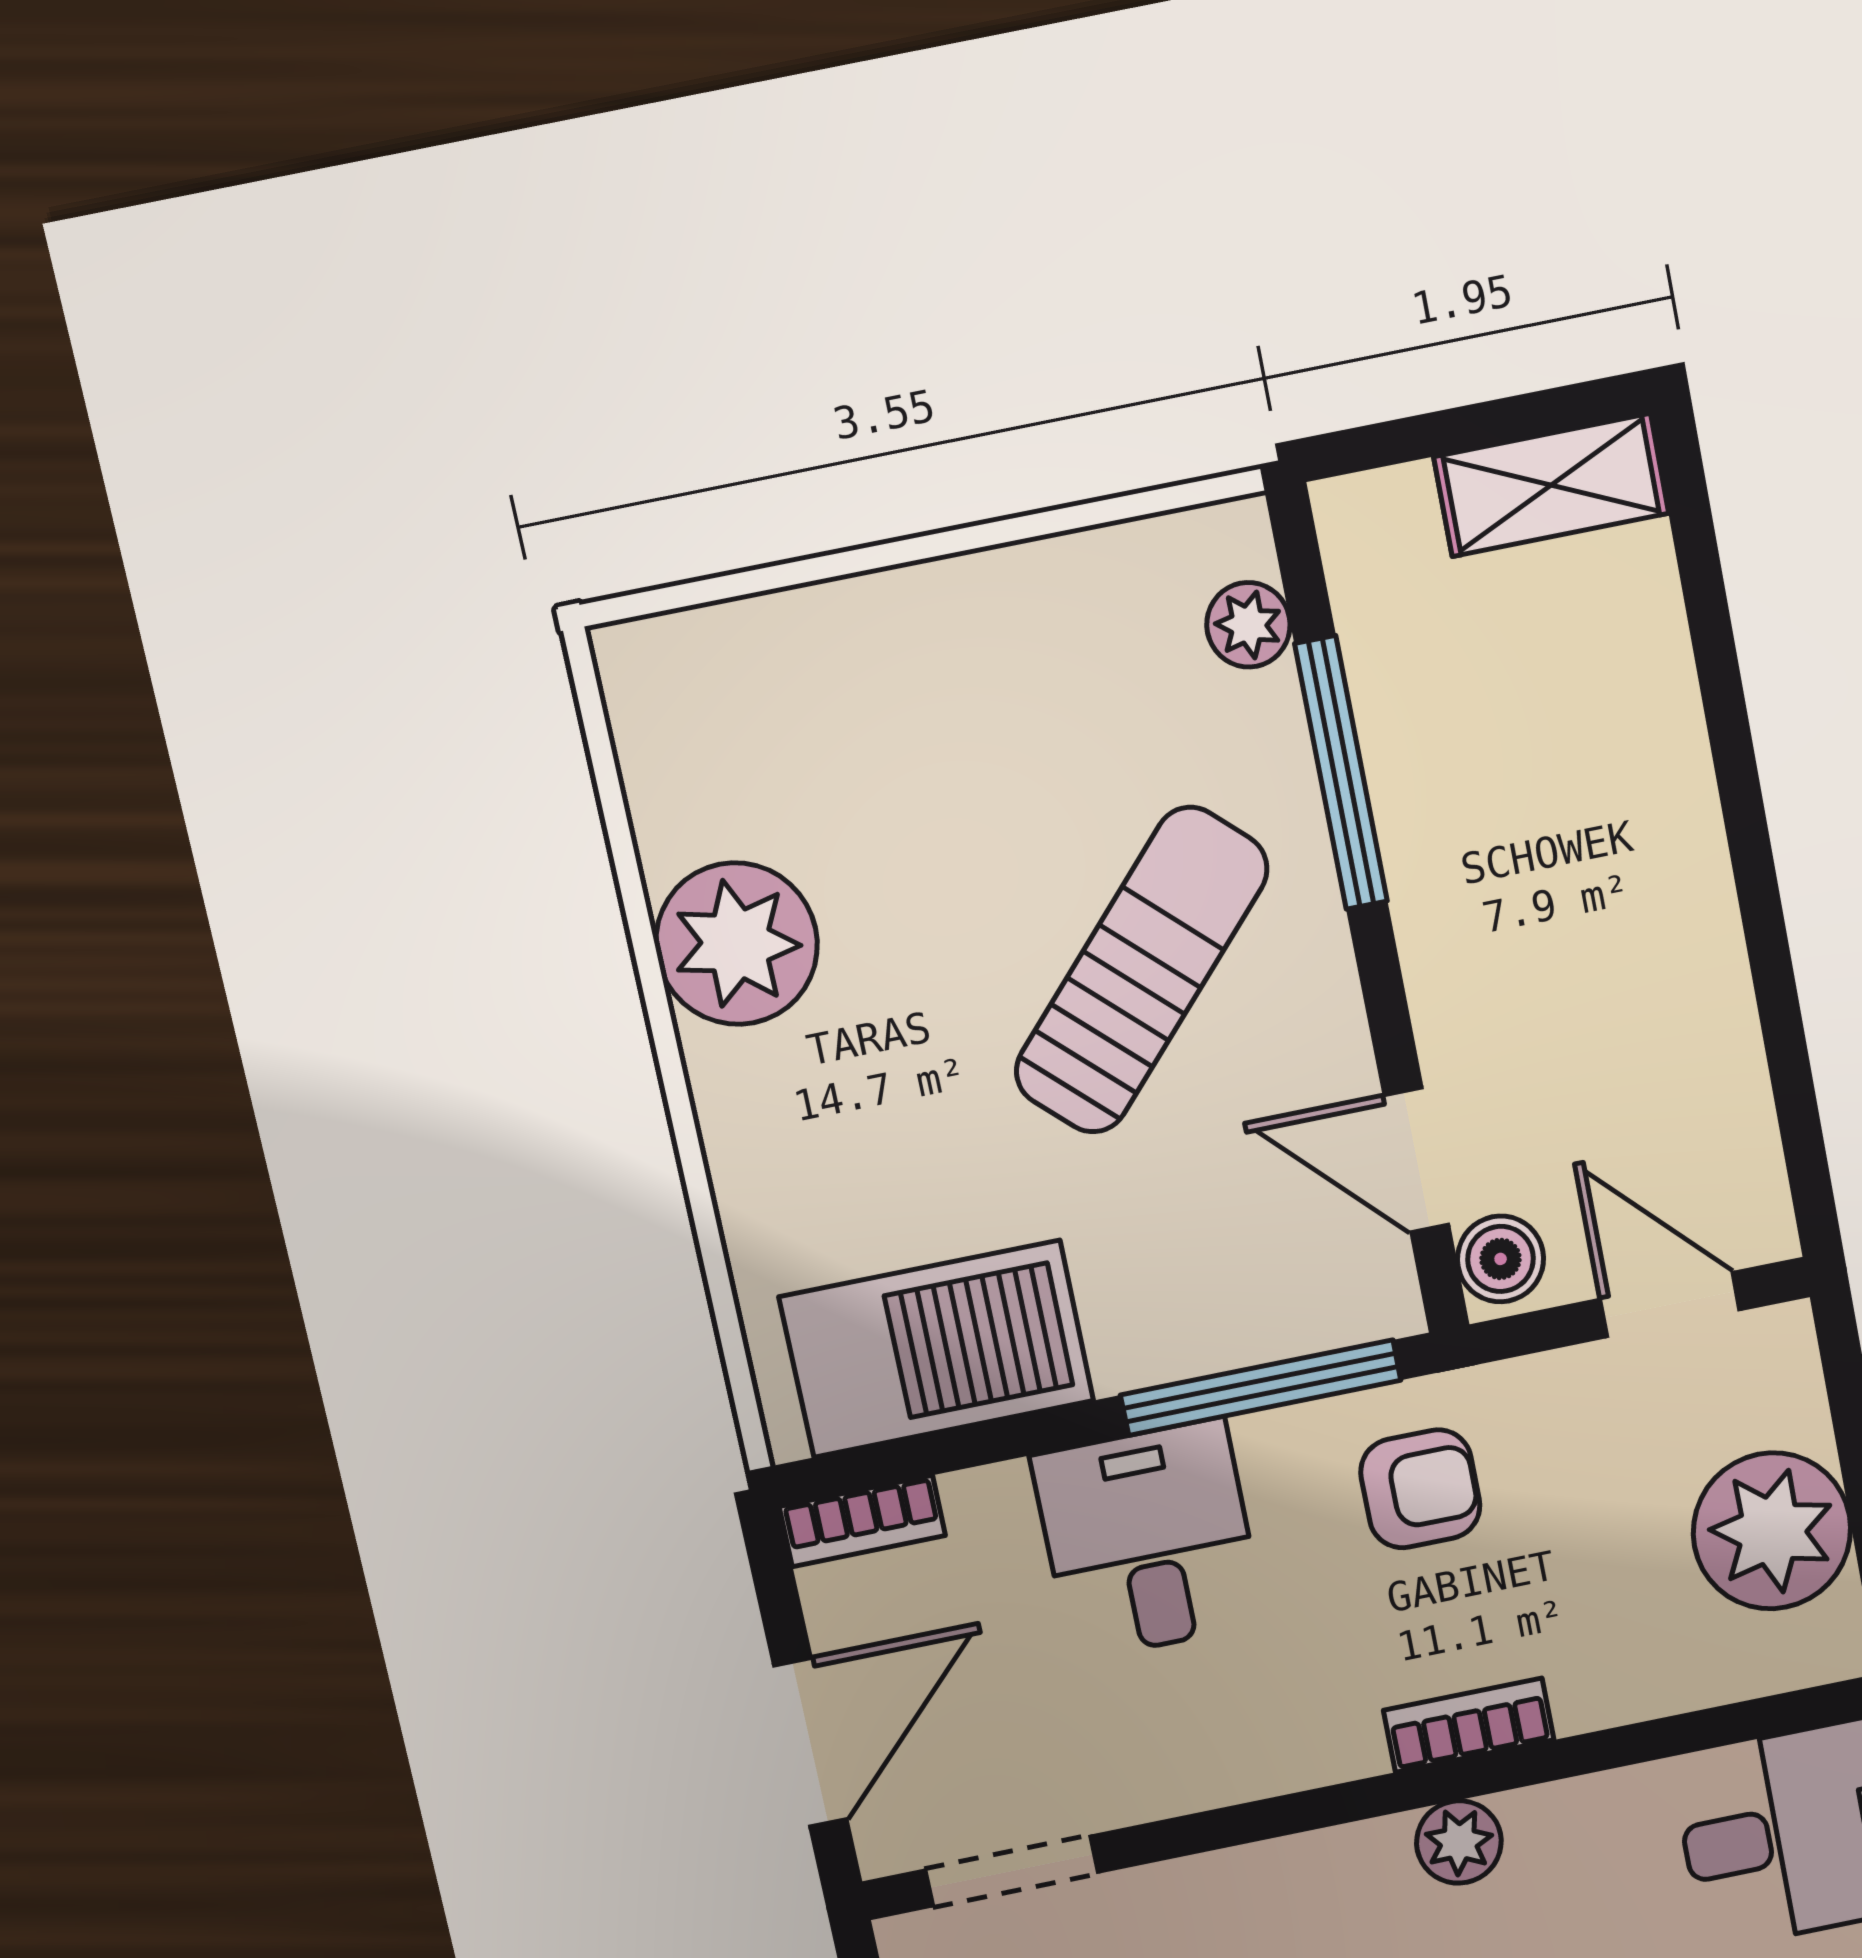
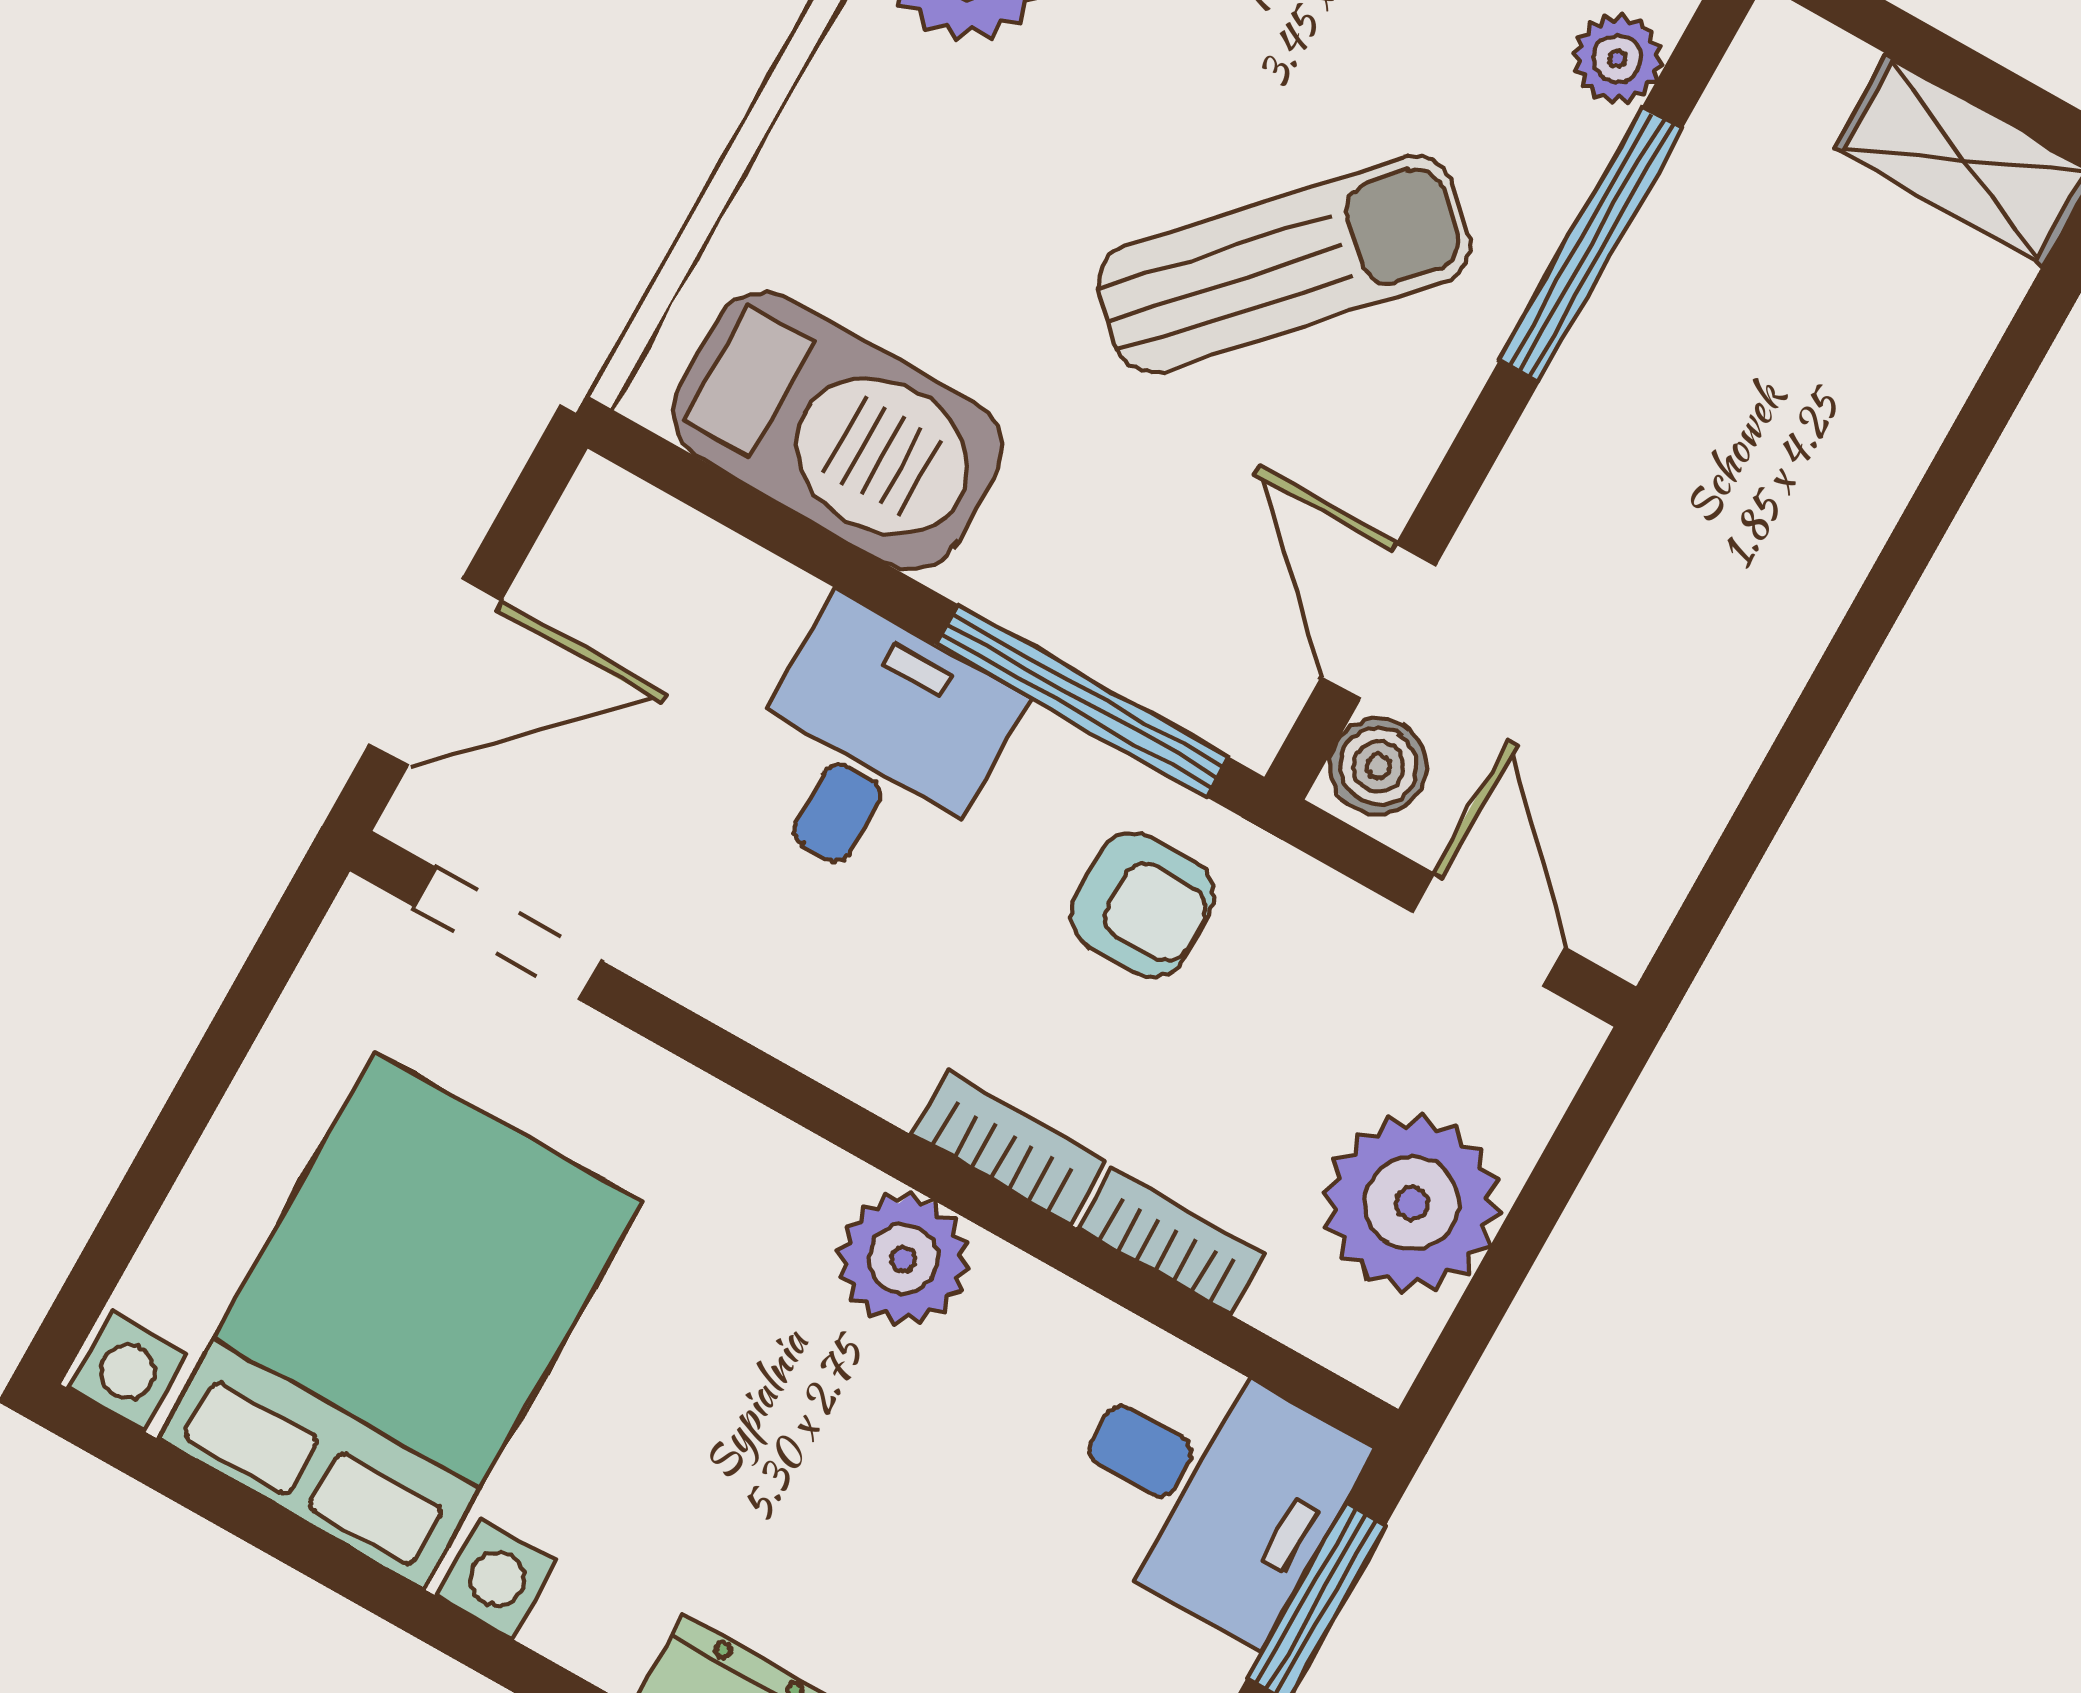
bookcase: (862, 1521) -> (1172, 1241), moved, turned 180
plant: (1459, 1842) -> (903, 1259), width x1.38, depth x1.38

